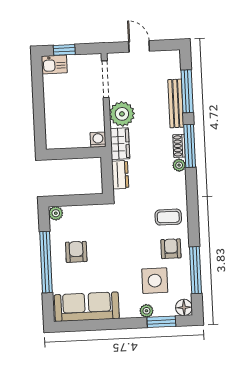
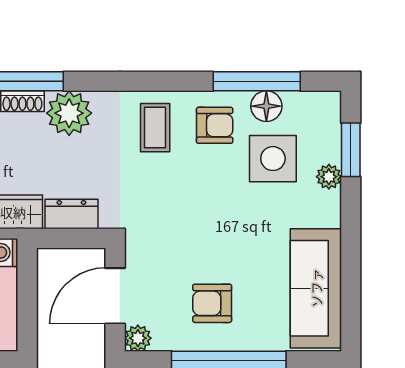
plant: (179, 165) -> (69, 113), width x1.87, depth x1.87
door: (78, 200) -> (115, 296), added
armchair: (171, 249) -> (215, 125), turned 180
floor lamp: (184, 307) -> (266, 106), moved

